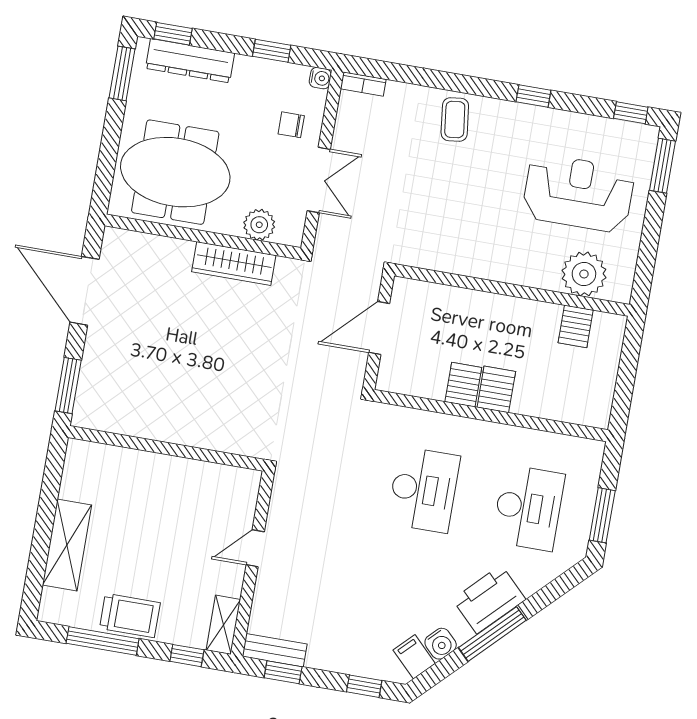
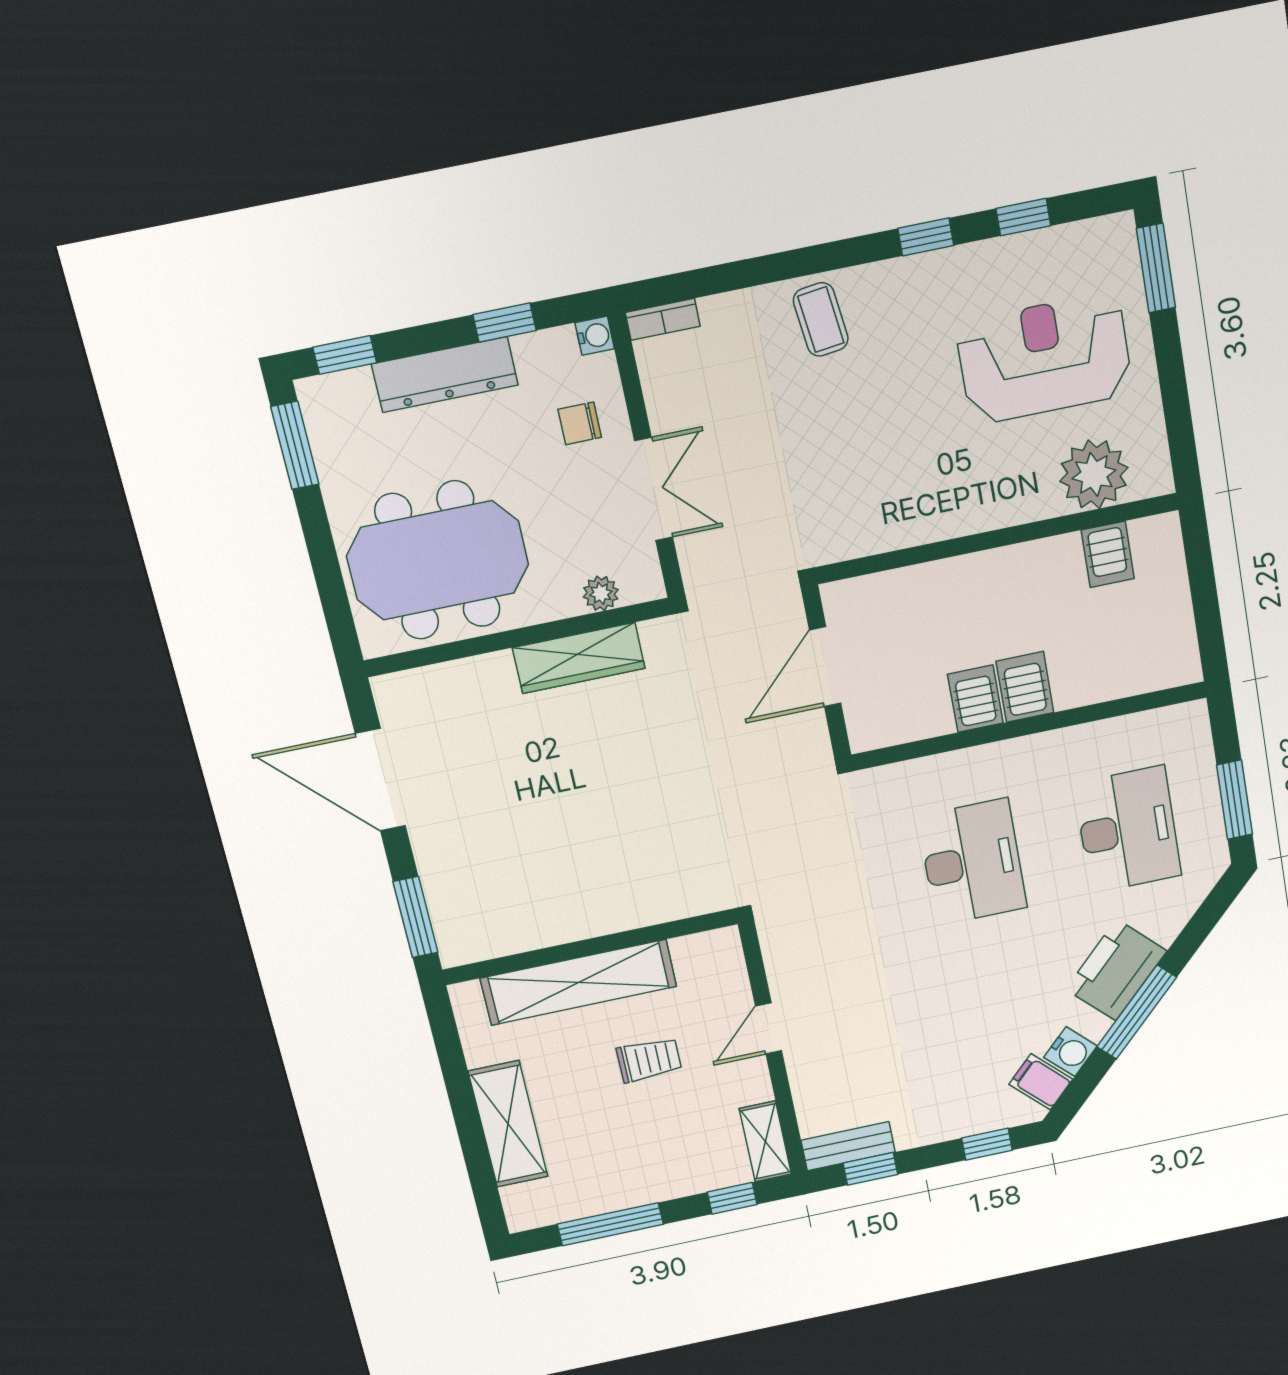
dresser: (190, 61) -> (445, 375), moved
window: (631, 113) -> (1023, 217), moved
plant: (259, 225) -> (601, 593), width x0.73, depth x0.73
shelving: (150, 469) -> (579, 982), added
trolley: (130, 615) -> (649, 1060), moved, width x0.73, depth x0.72

